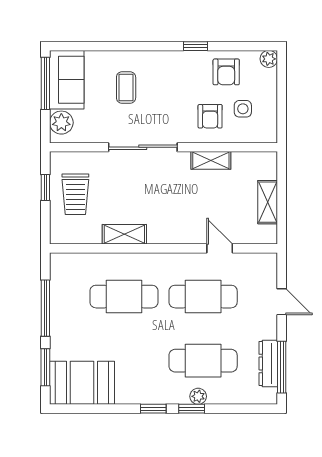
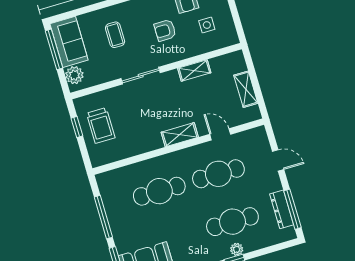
armchair: (210, 116) -> (165, 30), moved, turned 90
sliding door: (143, 147) -> (141, 76), width x0.73
shelving: (124, 234) -> (180, 135), moved

